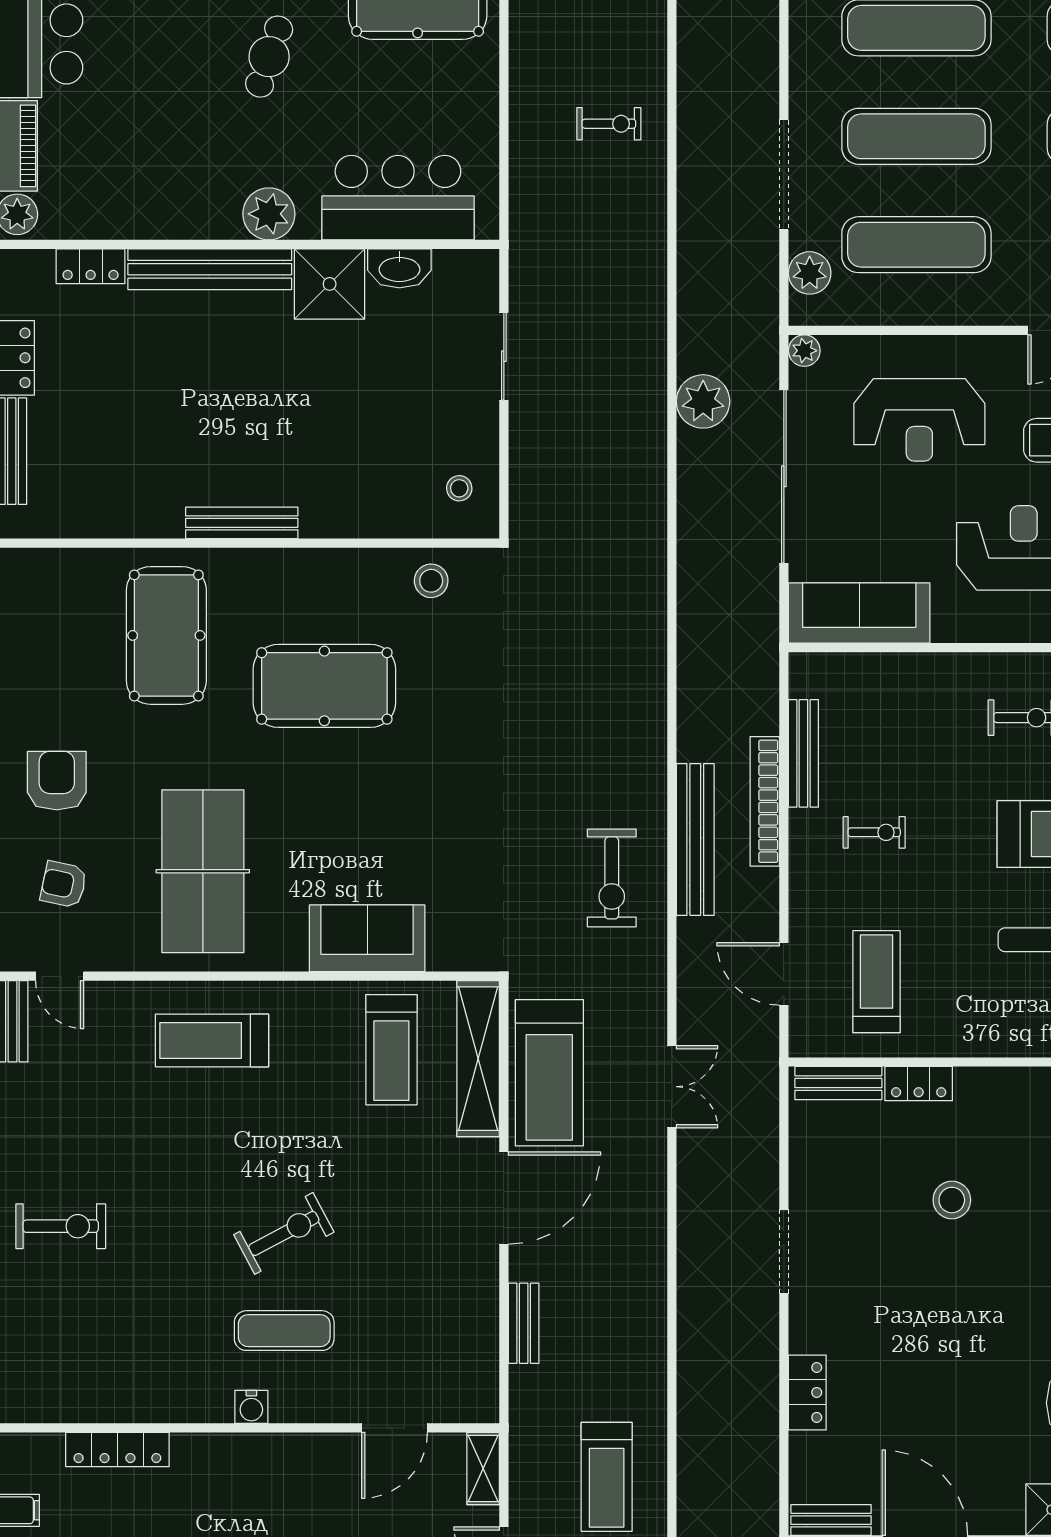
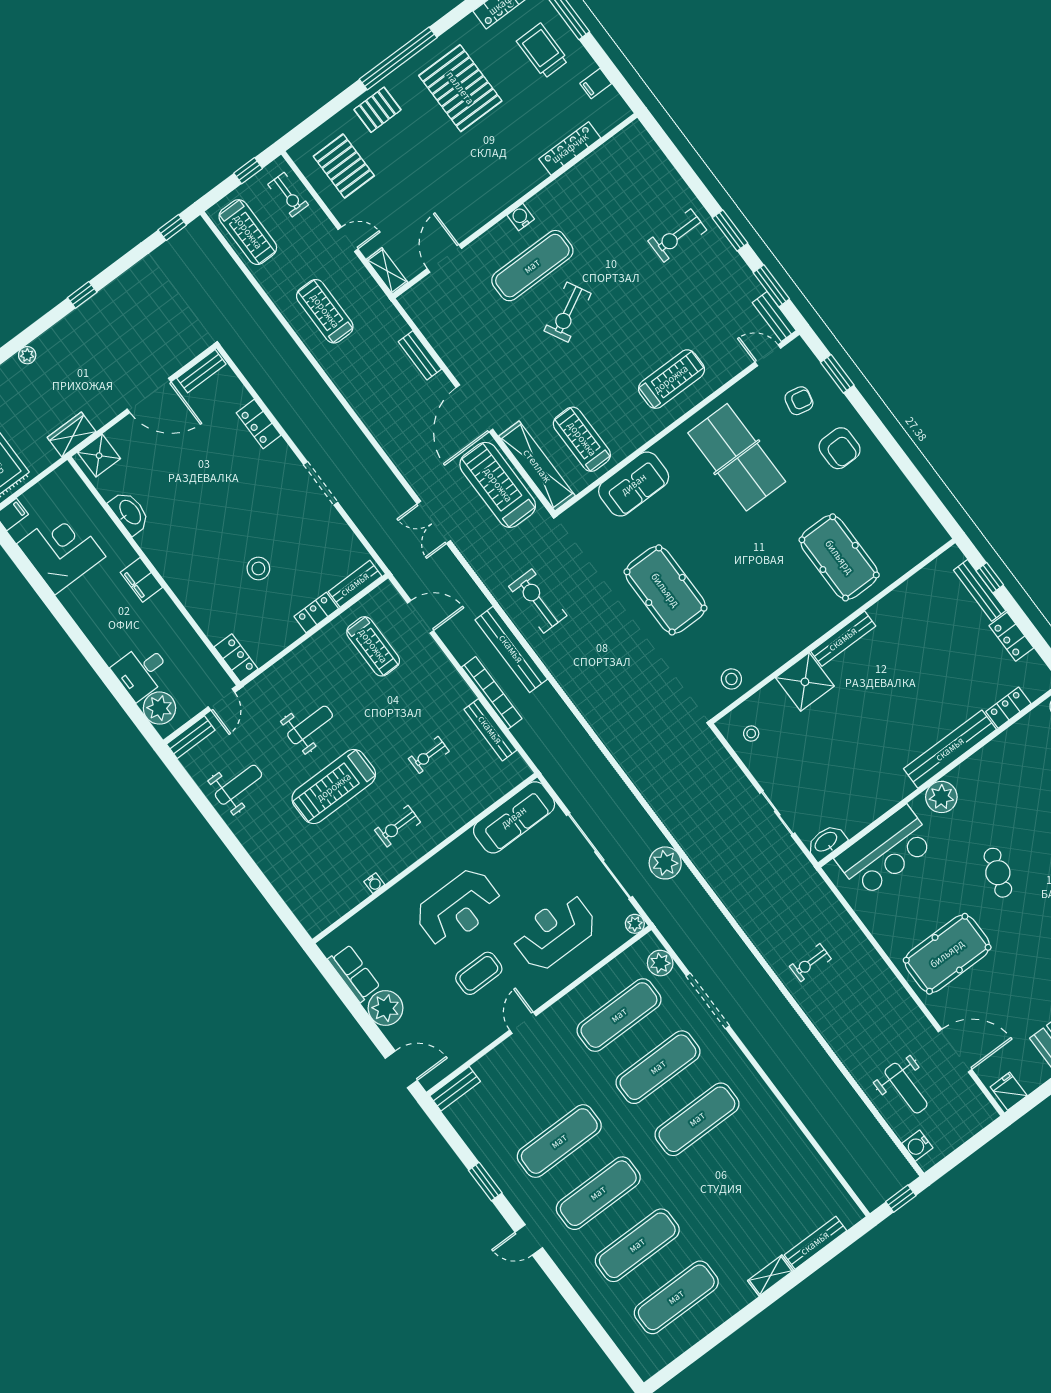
washbasin: (399, 268) -> (826, 842), moved
shower: (330, 284) -> (805, 682), moved
pool table: (324, 686) -> (665, 590), moved, turned 90
exercise bike: (874, 832) -> (429, 755), moved
exercise mat: (284, 1331) -> (532, 266), width x1.36, depth x1.45

